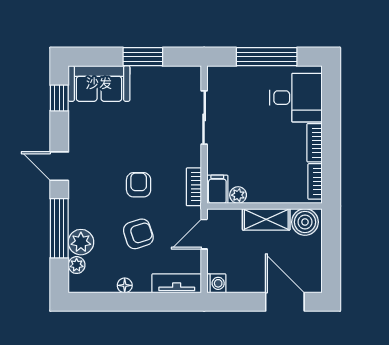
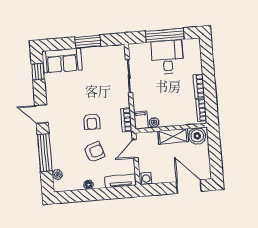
desk: (296, 98) -> (167, 57), moved, turned -90
armchair: (139, 185) -> (92, 121), turned 180
plant: (81, 242) -> (59, 160), removed

